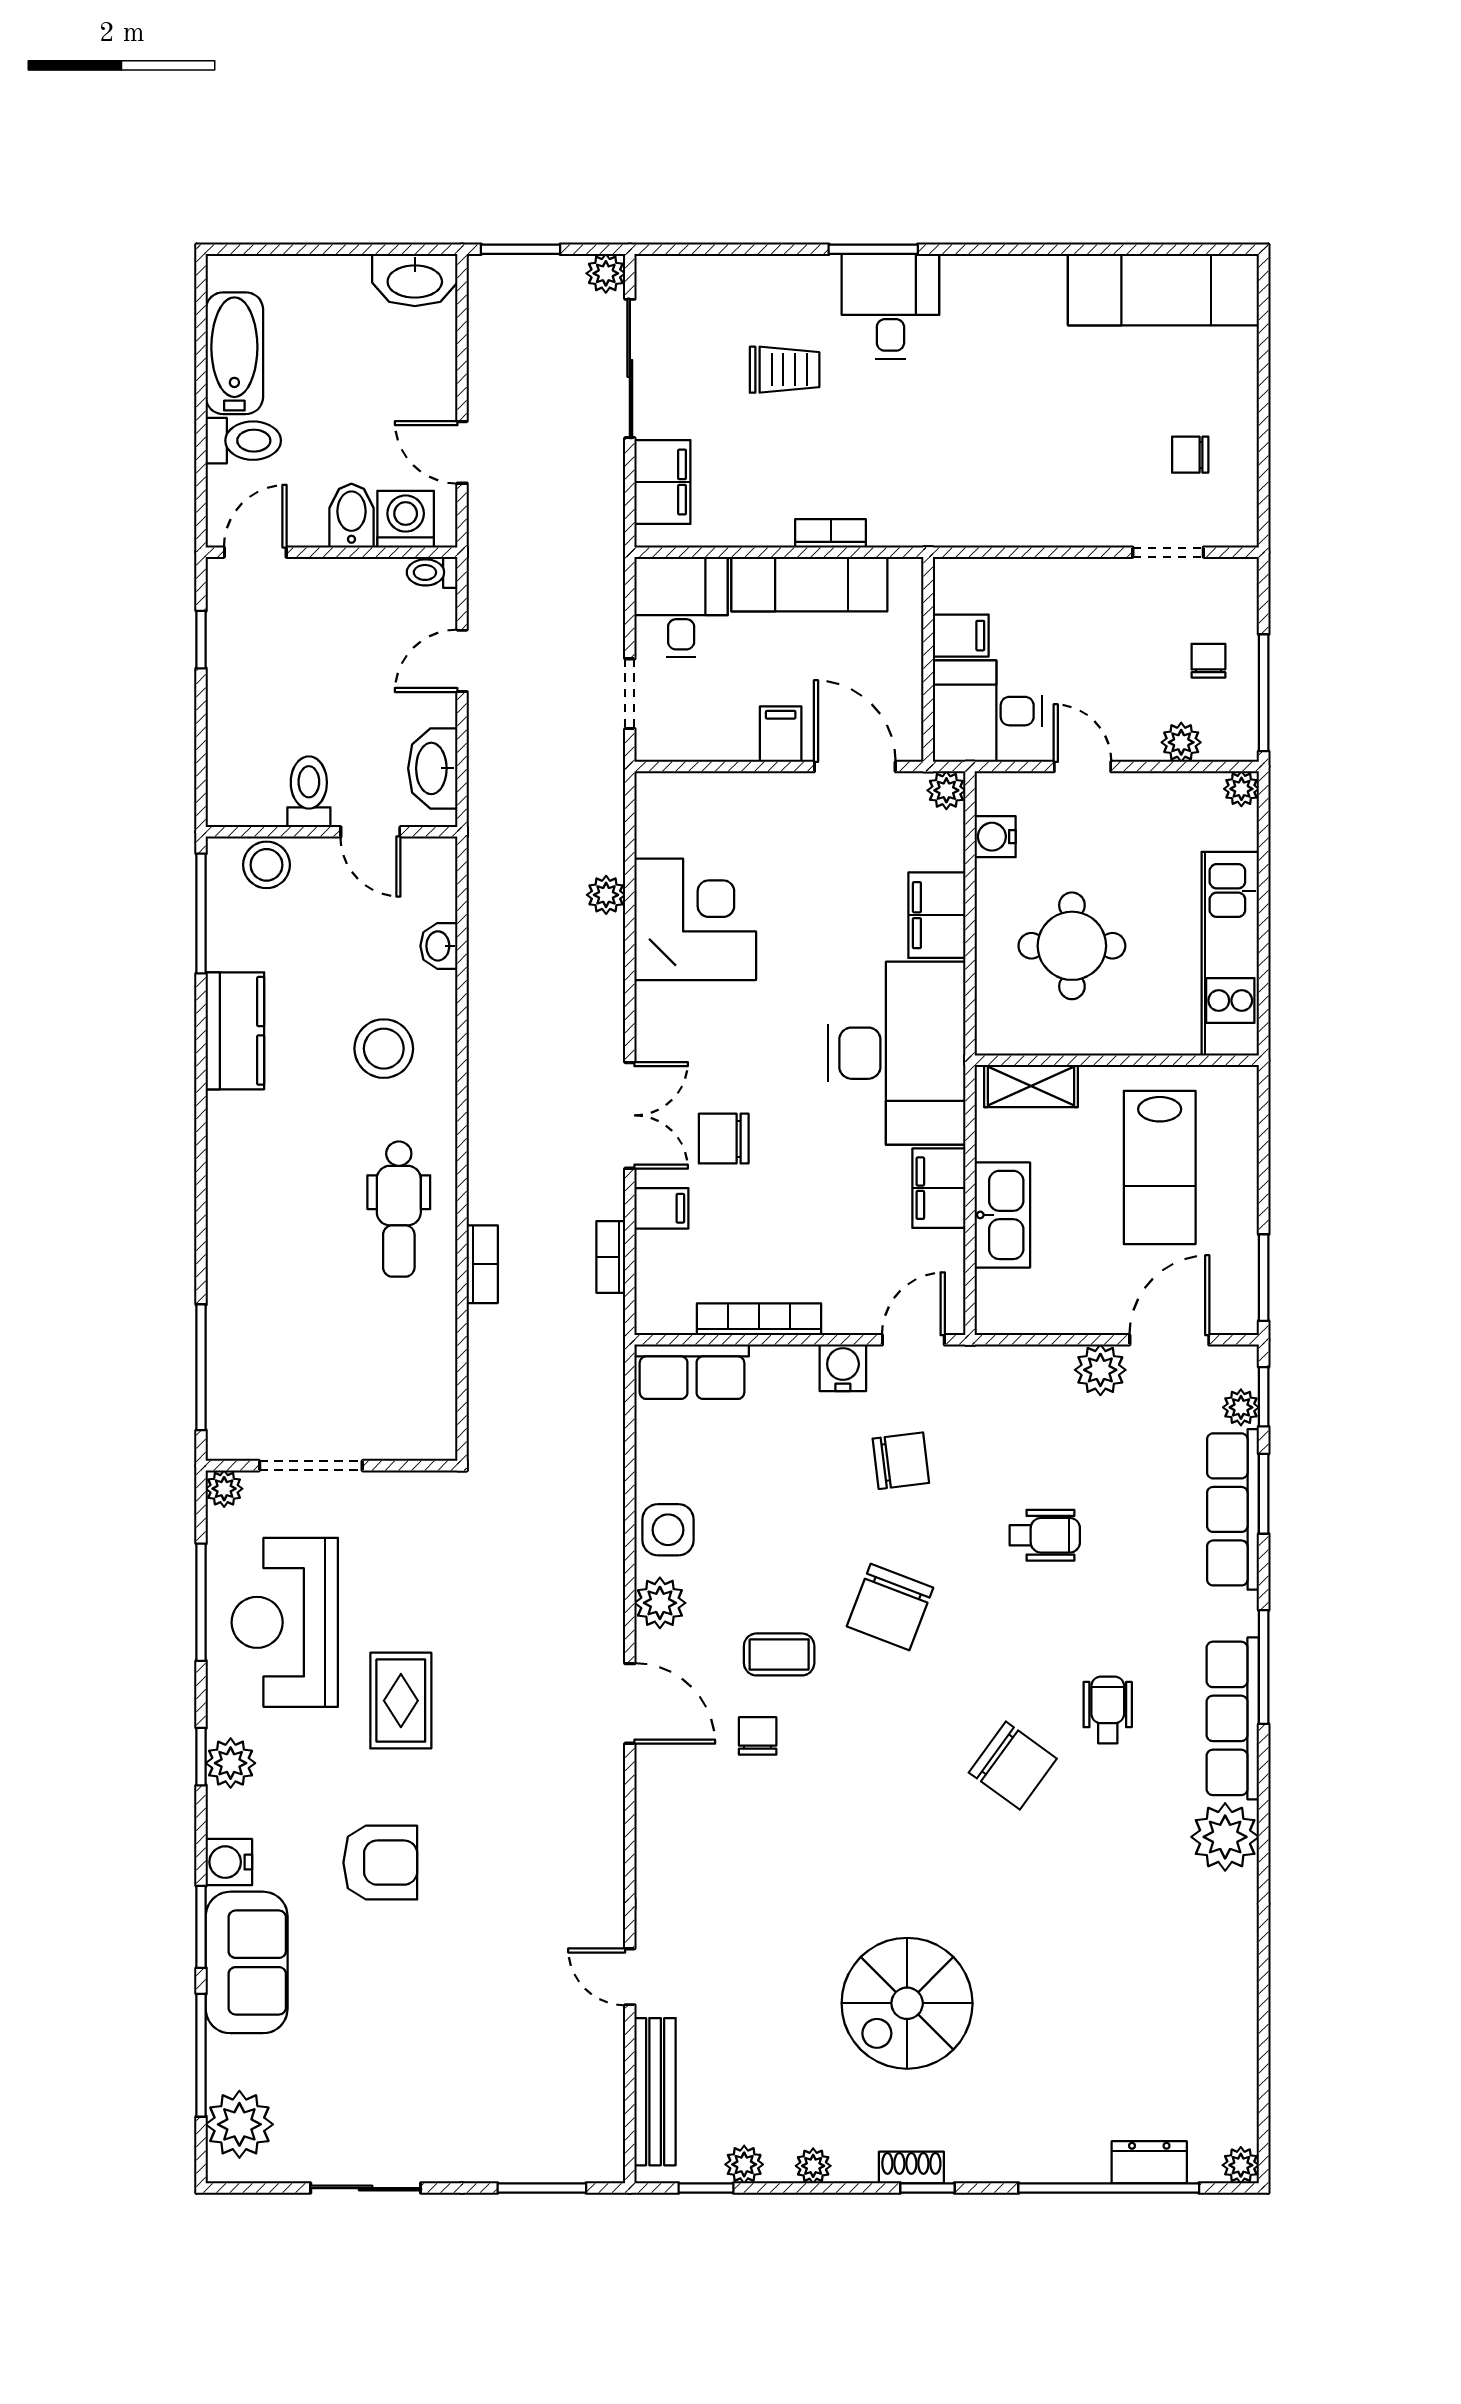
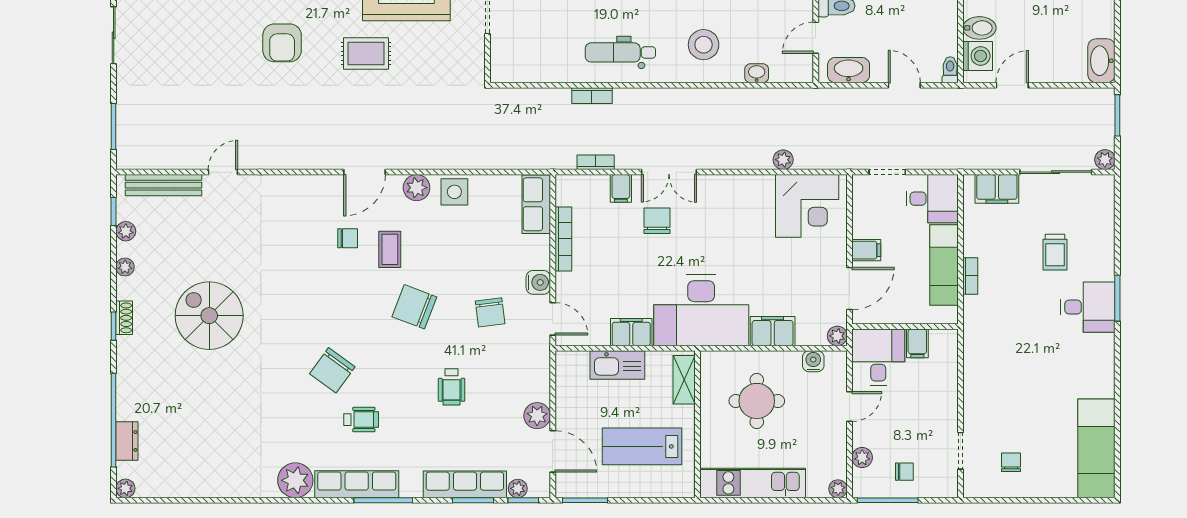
corner desk: (695, 919) -> (807, 206), moved

